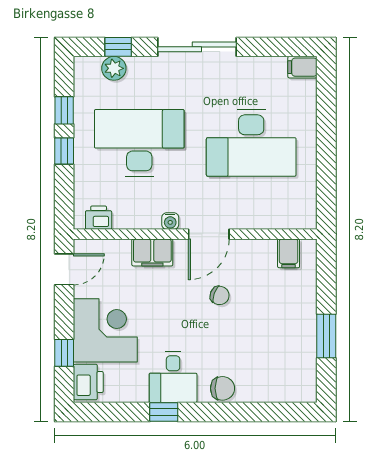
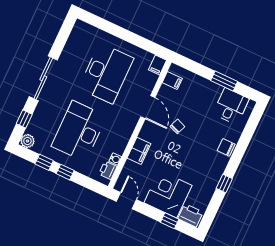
filing cabinet: (302, 67) -> (158, 65), moved
plant: (114, 68) -> (27, 141), moved
water cooler: (170, 221) -> (115, 159), moved
door: (209, 234) -> (148, 107), moved
desk: (173, 377) -> (231, 106), moved, turned -90
chair: (222, 388) -> (226, 147), turned -90

